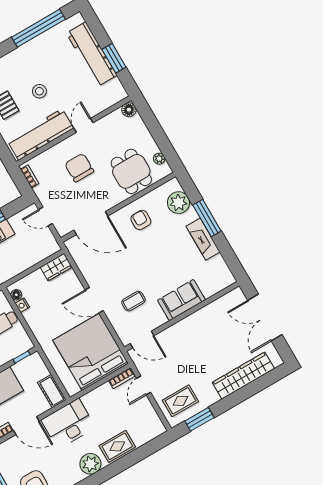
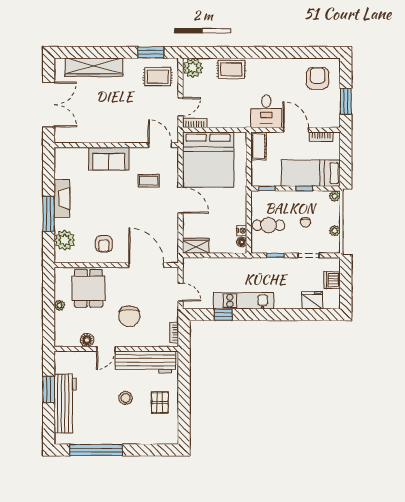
floor lamp: (129, 110) -> (87, 340), moved
plant: (159, 159) -> (60, 305), moved
desk: (68, 424) -> (266, 111), width x0.73
plant: (90, 464) -> (193, 68), moved

